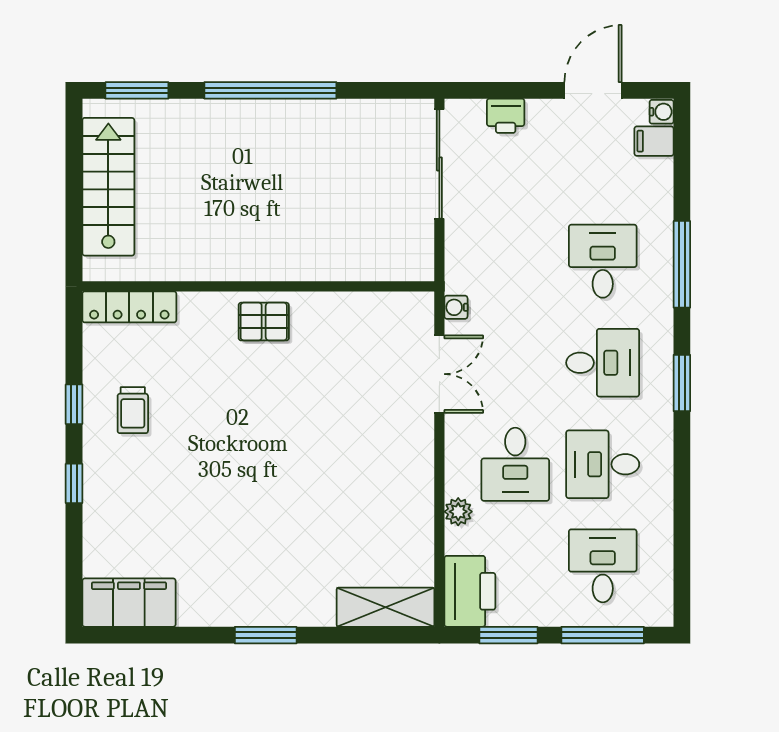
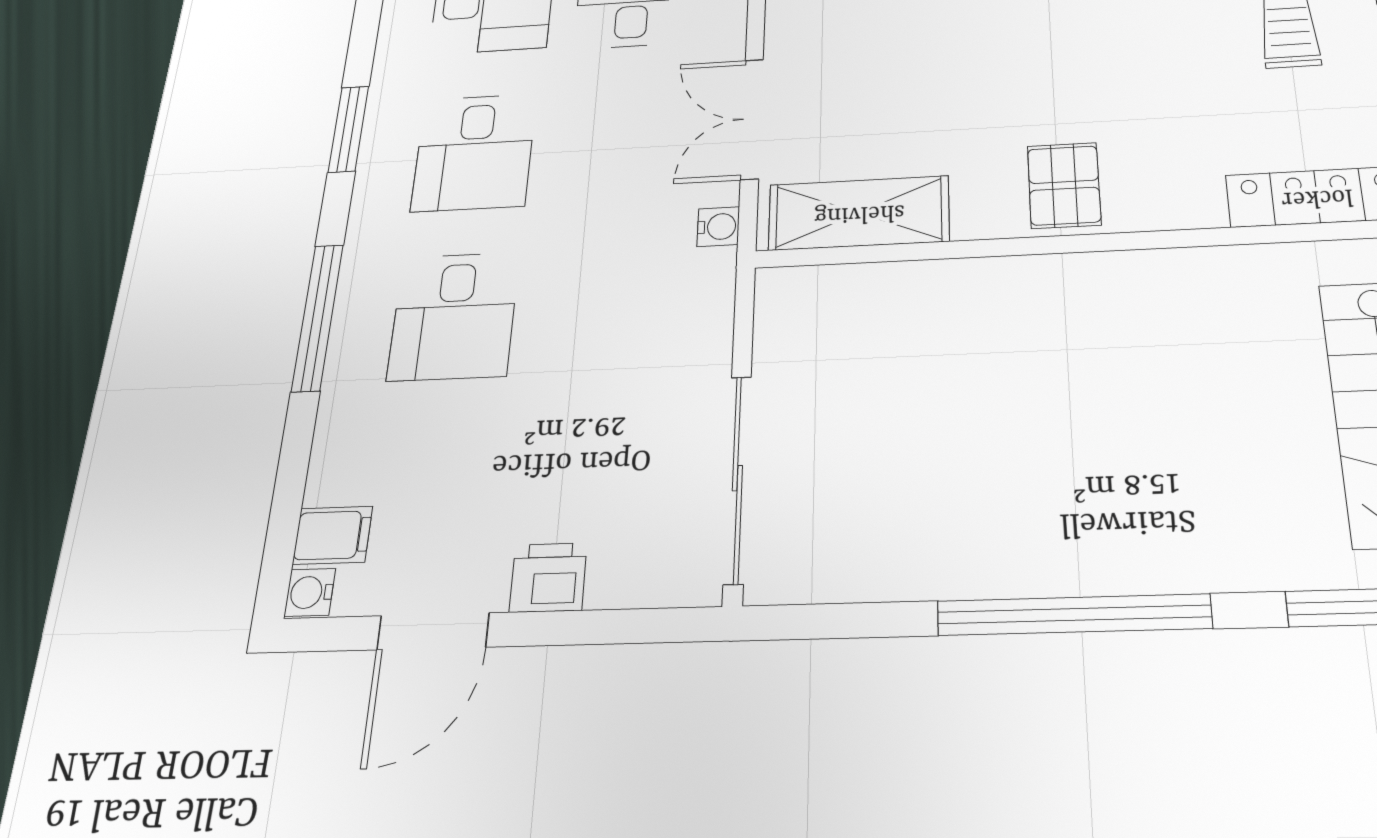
printer: (506, 116) -> (548, 577), moved
shelving: (377, 311) -> (859, 213), added
pallet: (264, 322) -> (1064, 185), turned 90
desk: (603, 363) -> (474, 152), turned -90

